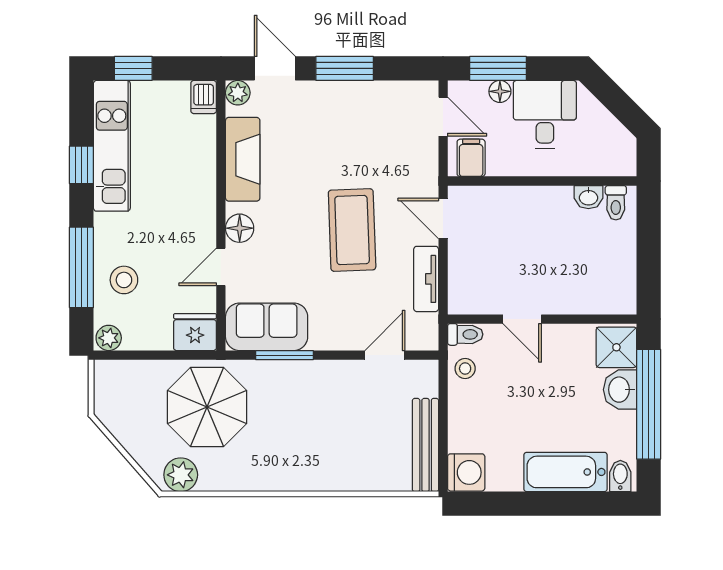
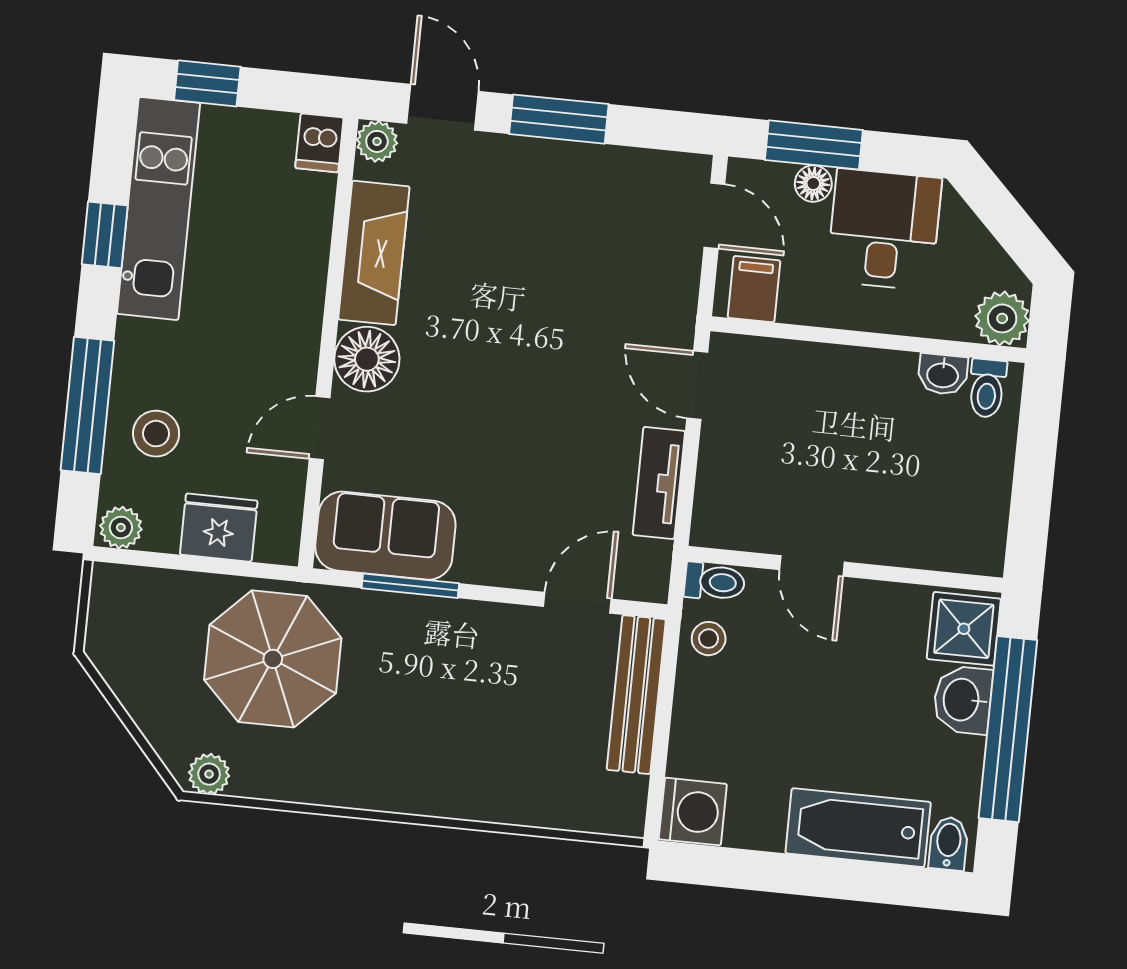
plant: (620, 160) -> (1002, 318), added
floor lamp: (240, 228) -> (367, 359), width x1.38, depth x1.38
coffee table: (352, 230) -> (544, 389), removed
fridge: (195, 332) -> (219, 528), moved
bench: (426, 445) -> (636, 695), moved
plant: (181, 475) -> (209, 774), width x0.73, depth x0.73

